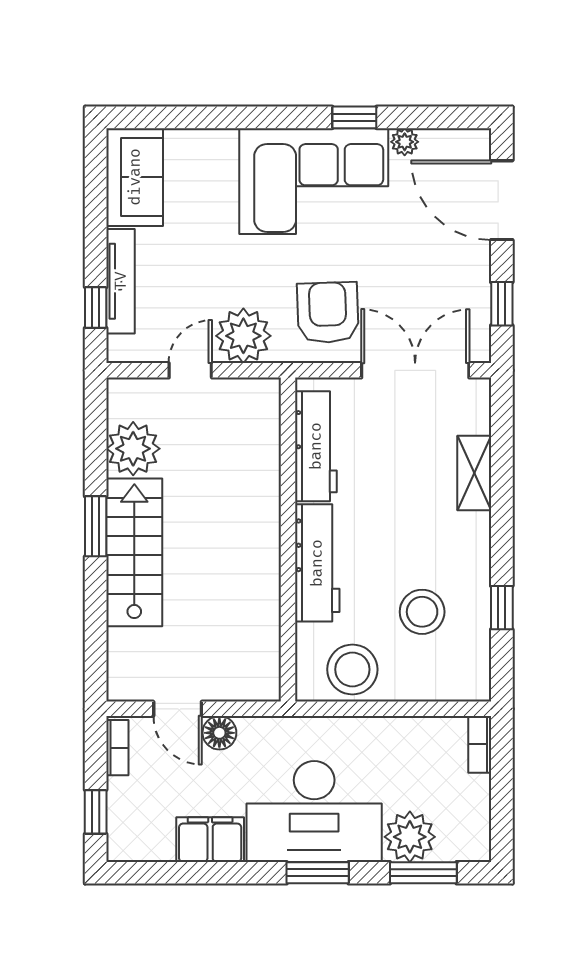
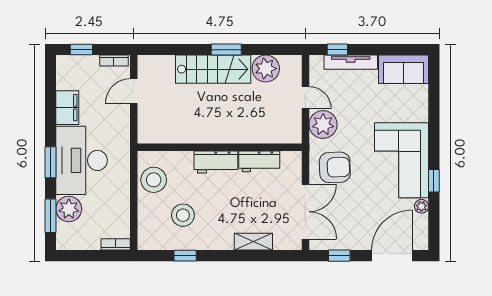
workbench: (316, 446) -> (259, 161), width x0.73
workbench: (317, 563) -> (216, 162), width x0.73
floor lamp: (219, 733) -> (122, 112), removed

